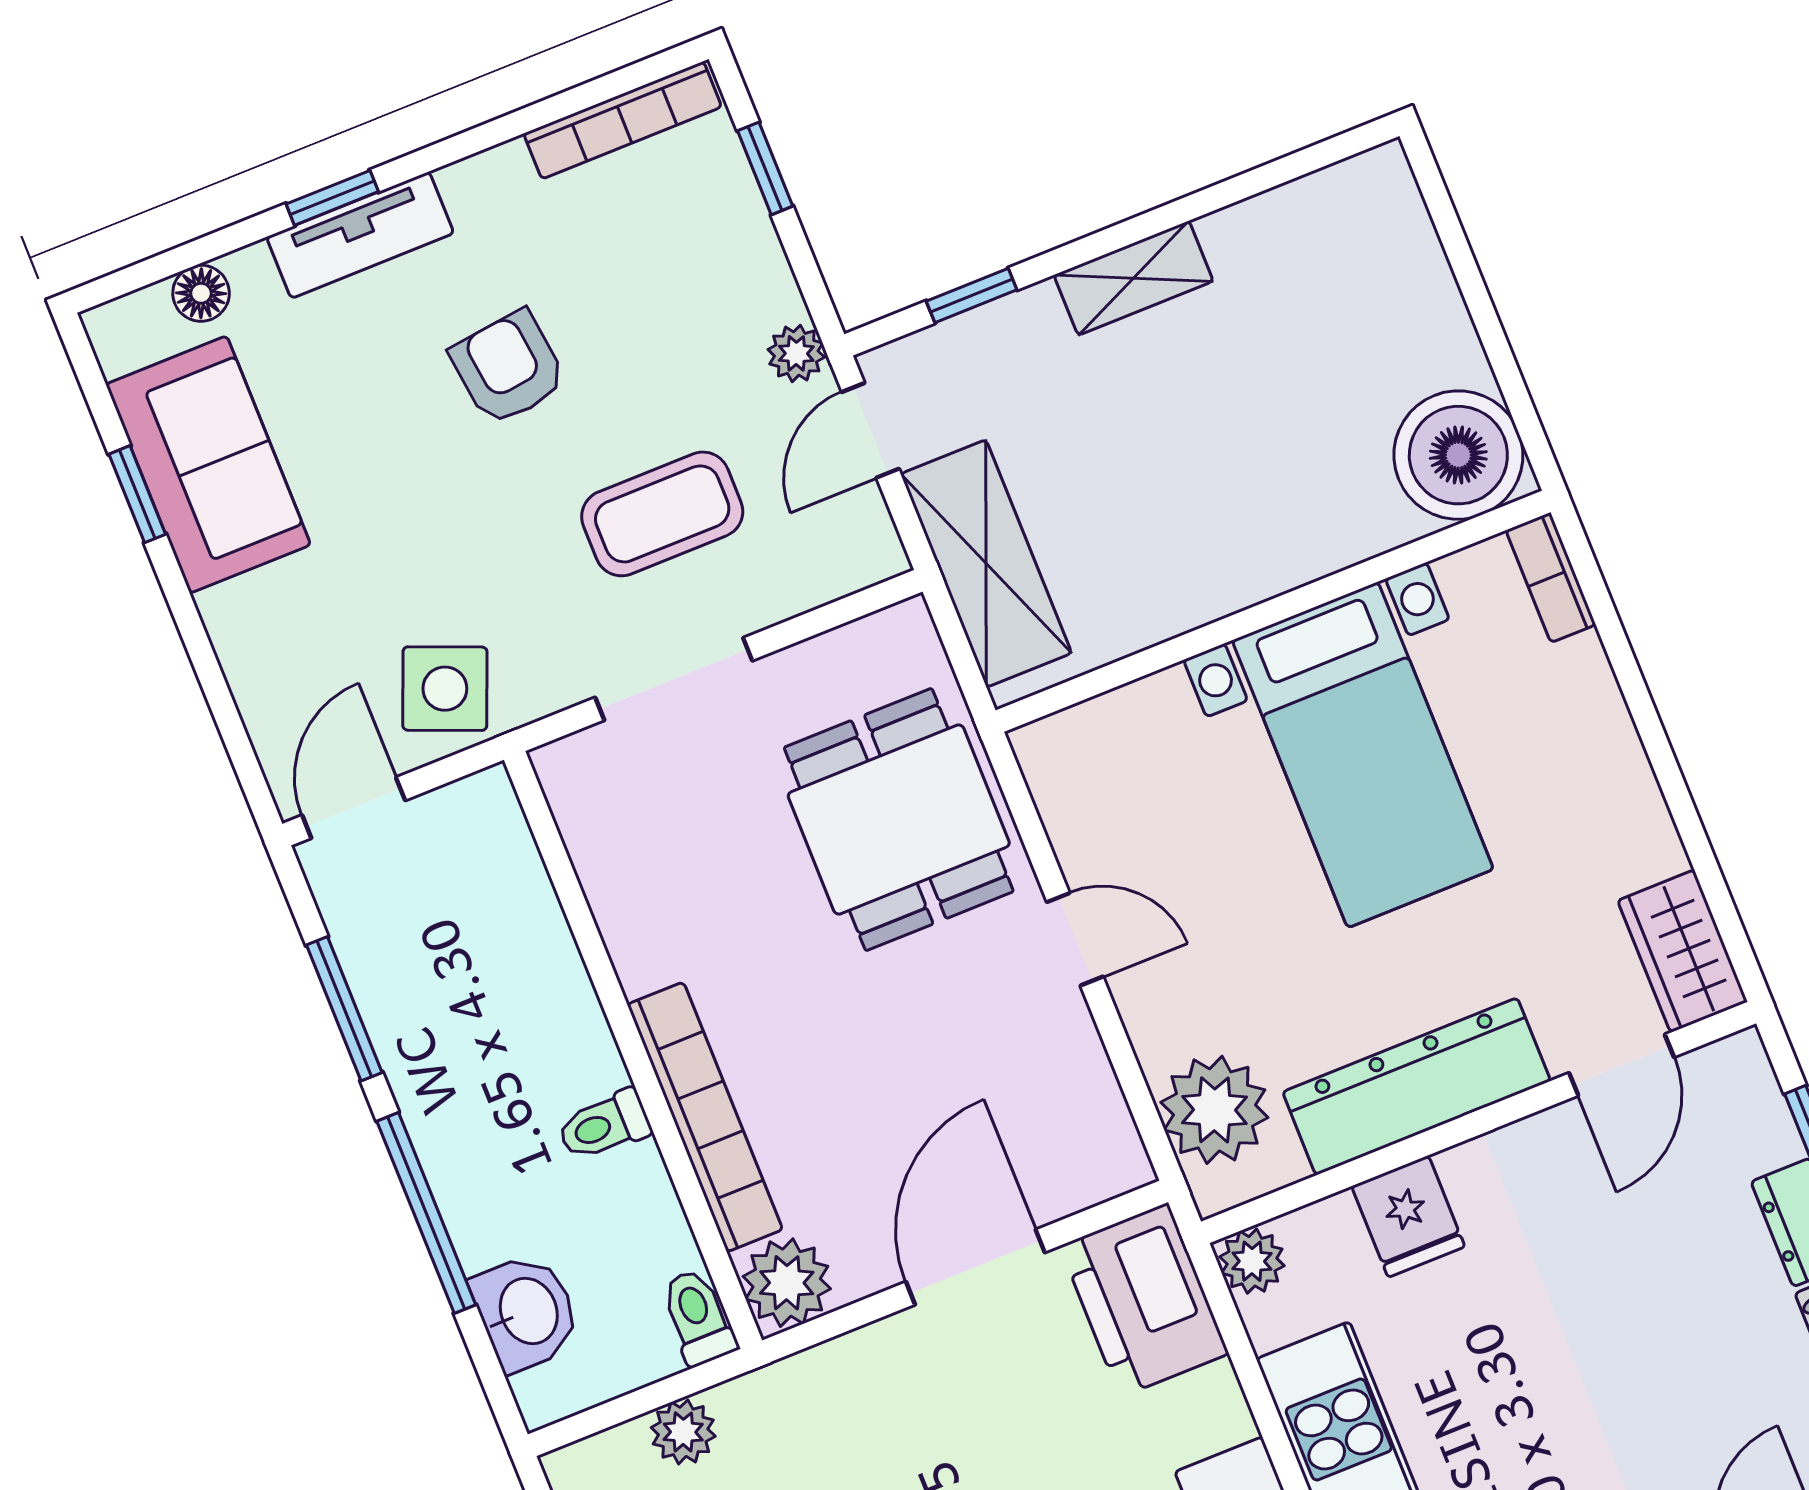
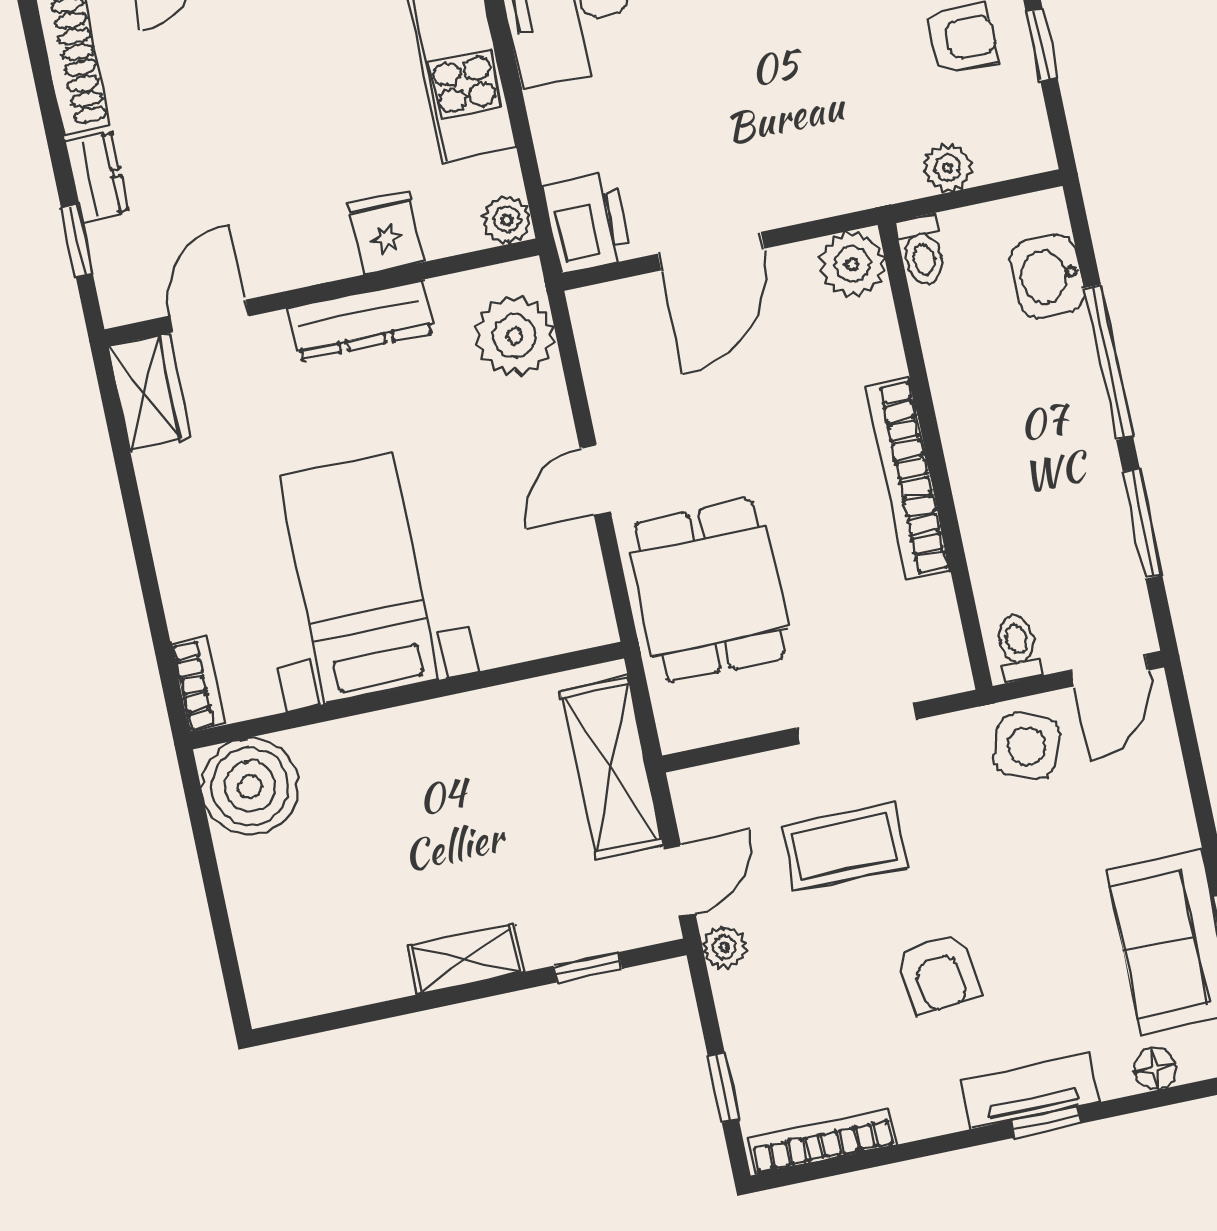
door: (1075, 939) -> (595, 480), hinge flipped
dresser: (1417, 1086) -> (361, 320), width x0.73, depth x0.80
bookcase: (705, 1117) -> (908, 479), moved
toilet: (604, 1125) -> (1018, 647), moved, turned -90
printer: (1144, 1300) -> (587, 223), width x0.73, depth x0.84

